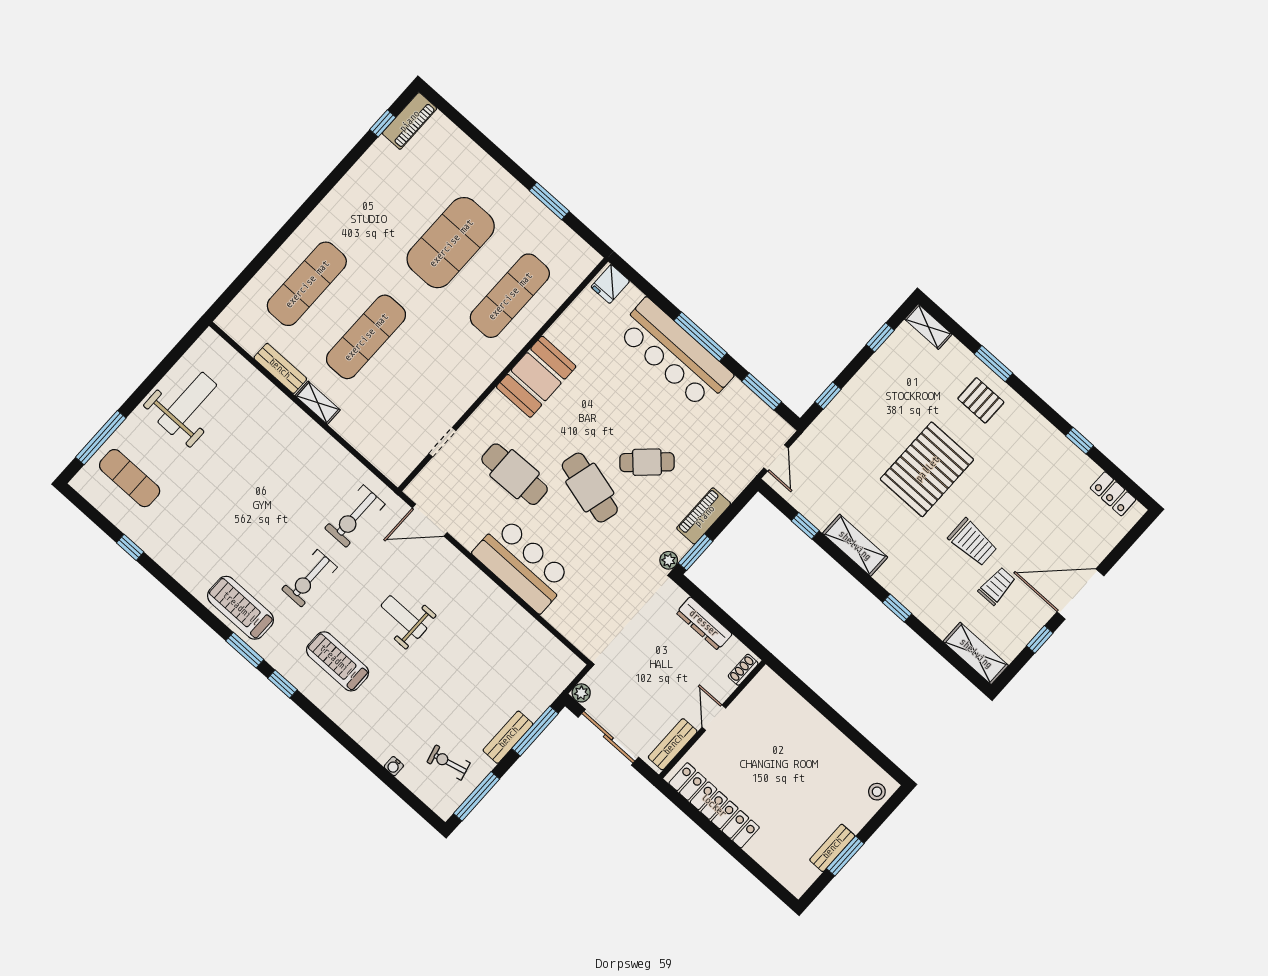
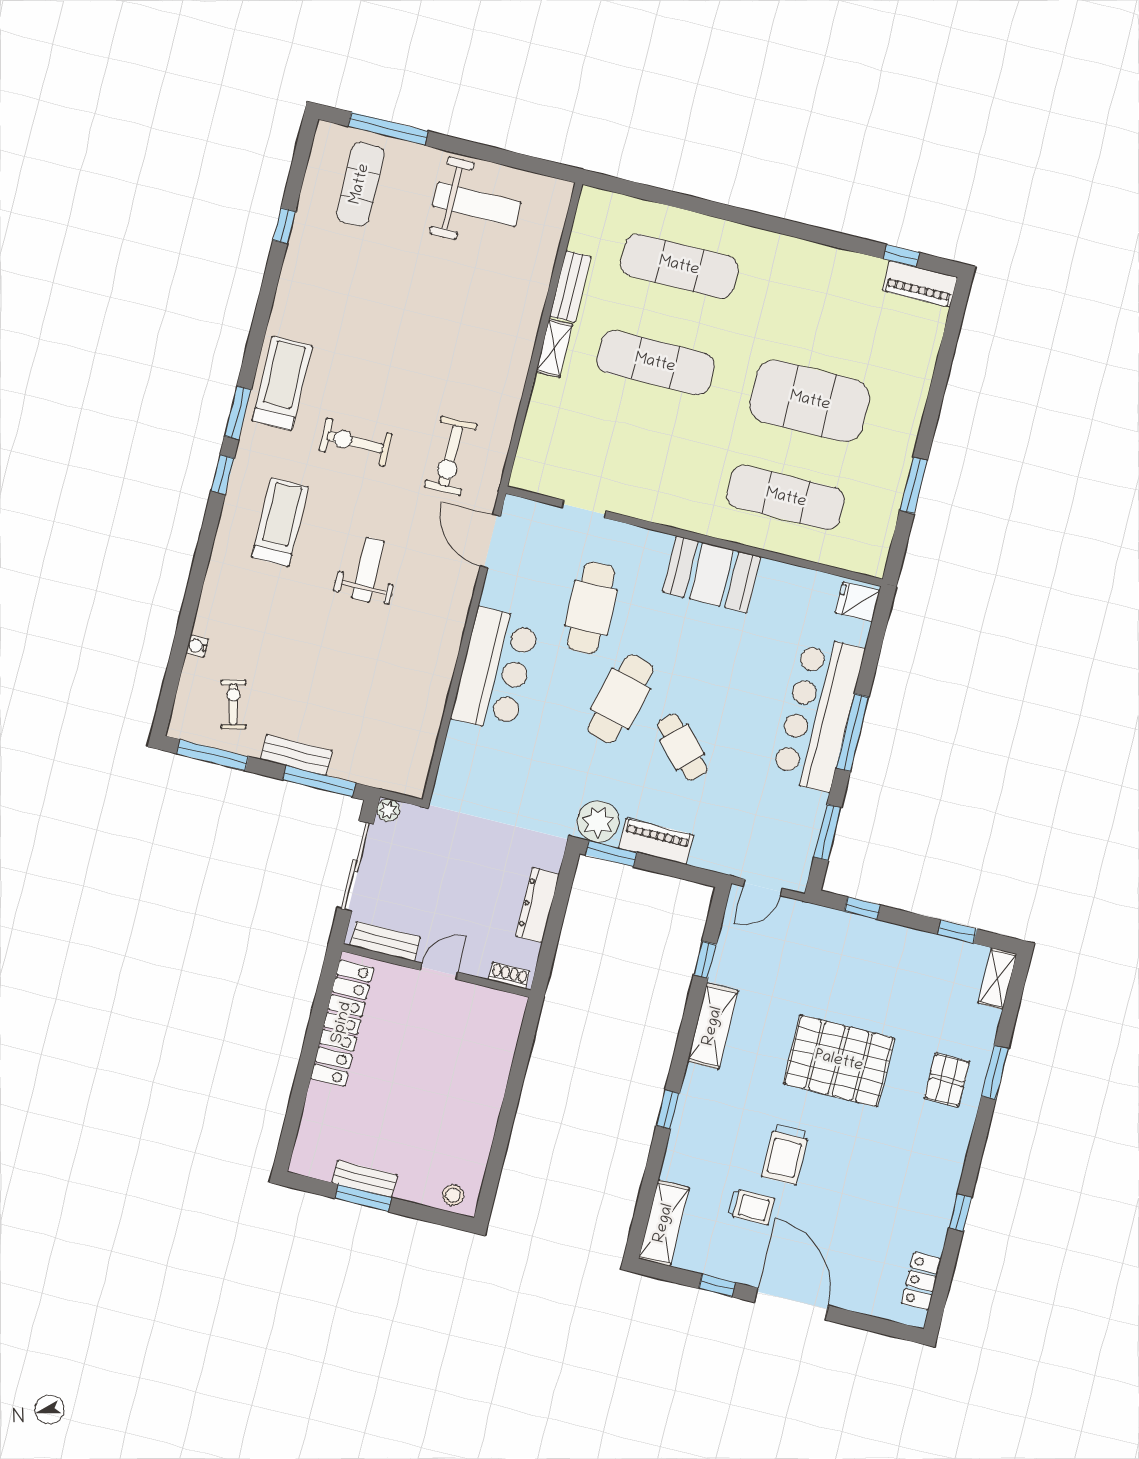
exercise bike: (355, 516) -> (451, 456), turned -90
plant: (669, 560) -> (598, 822), width x1.88, depth x1.88

